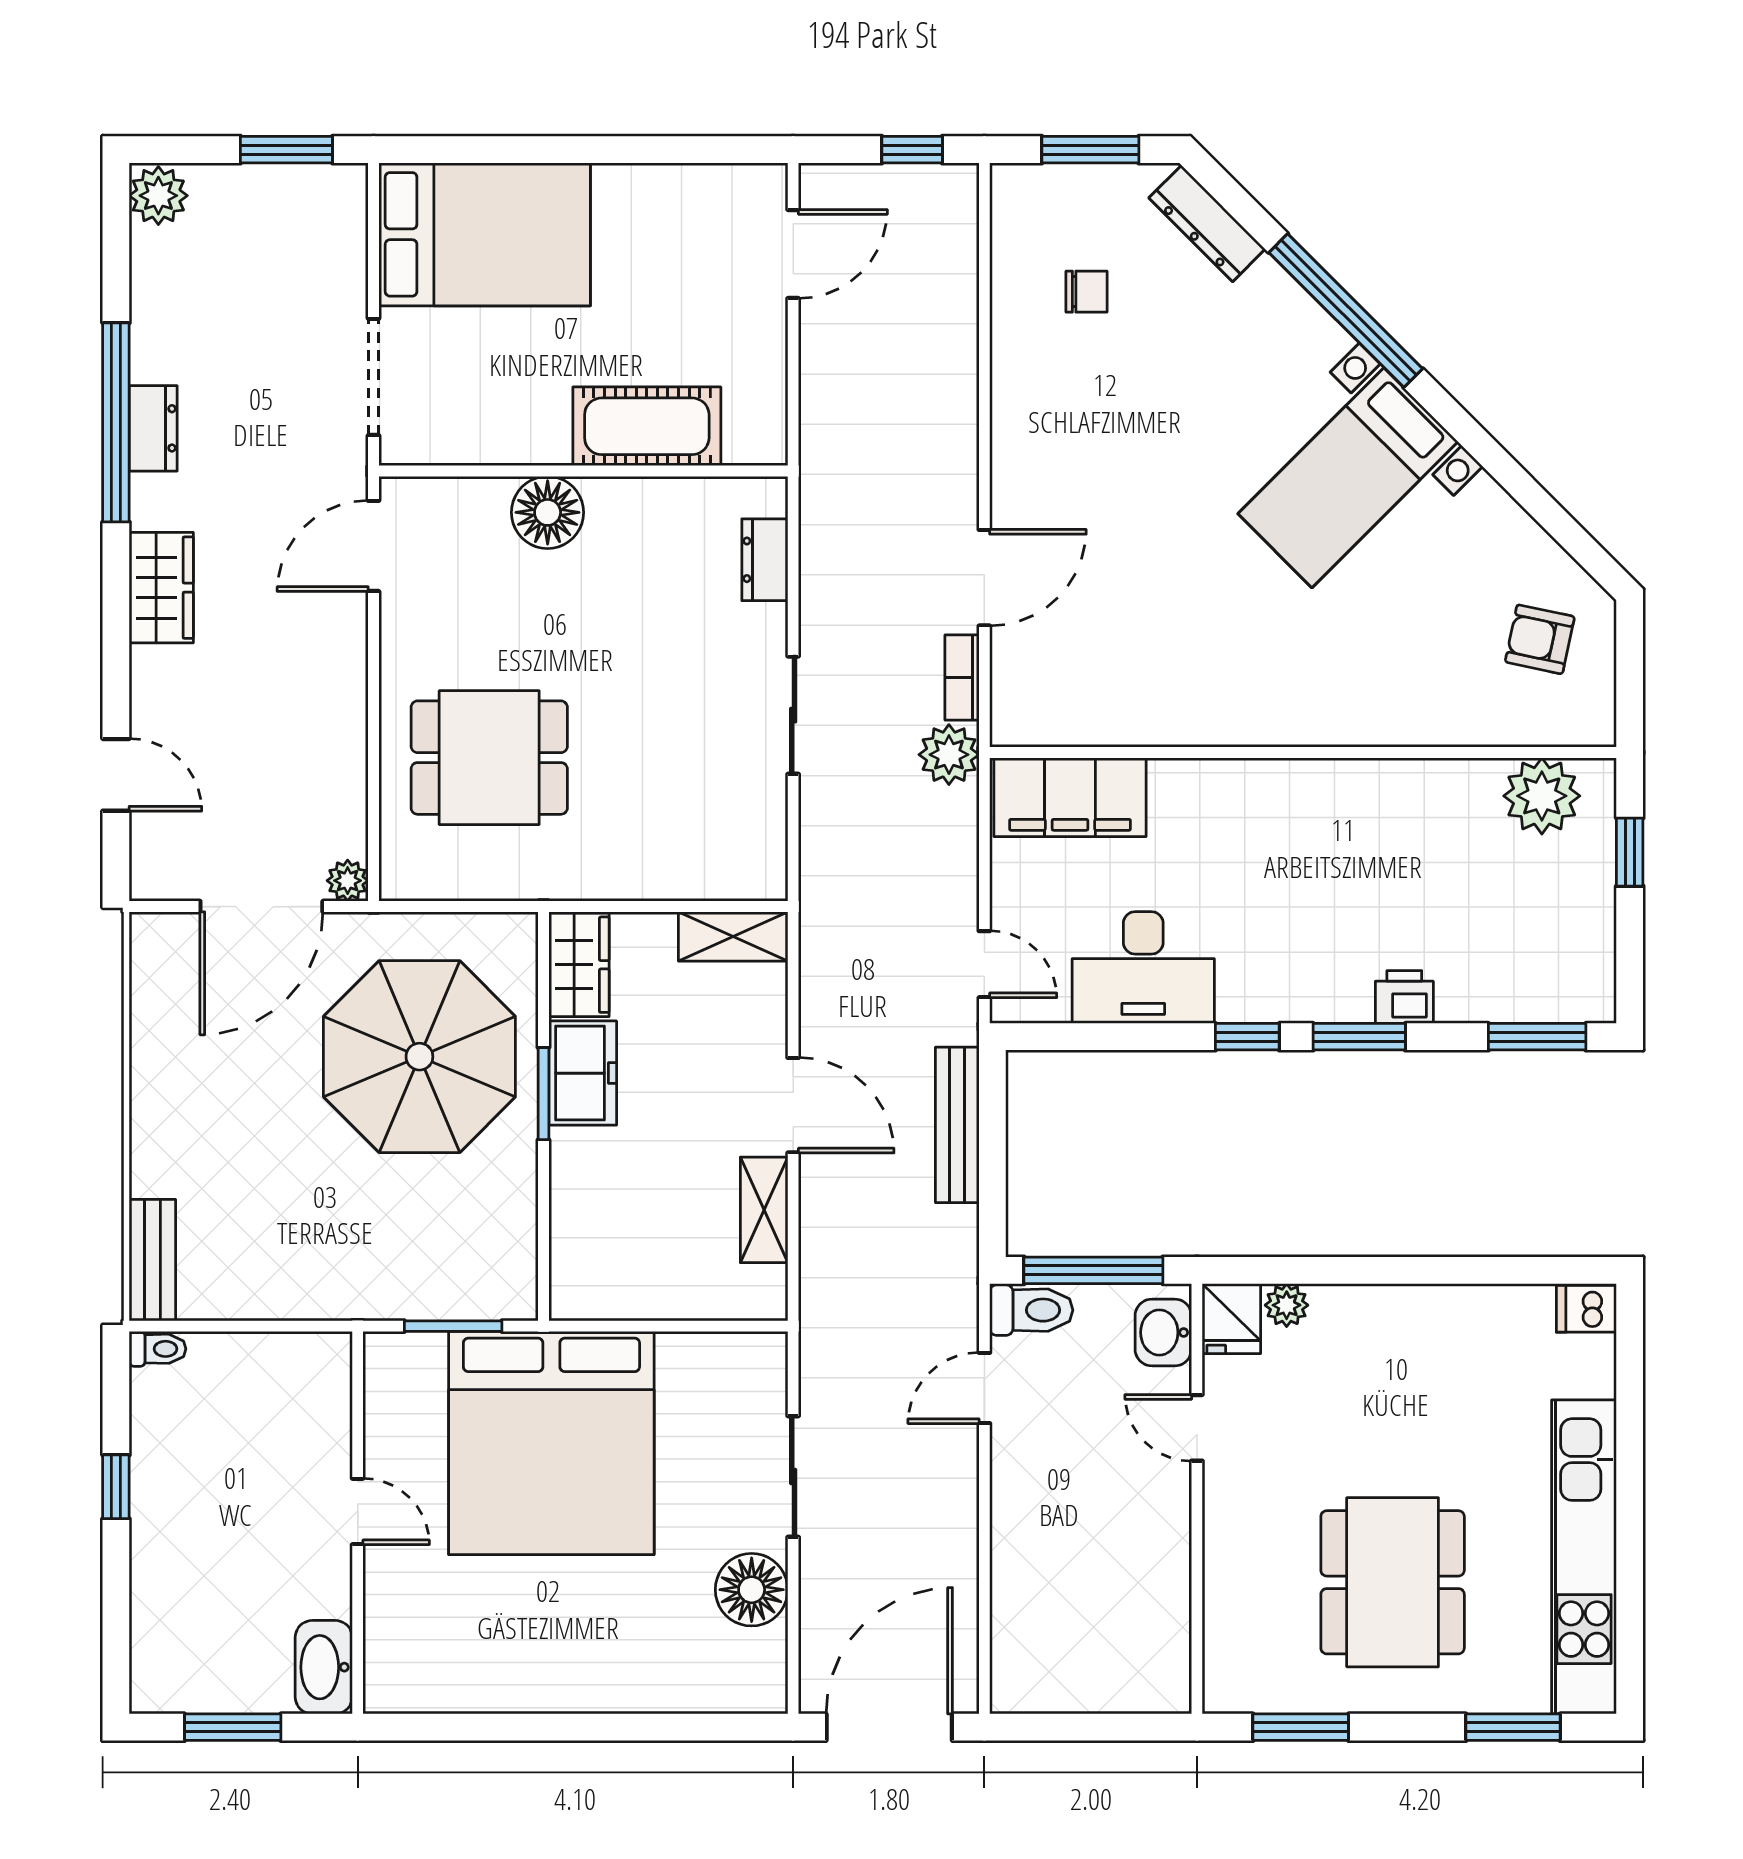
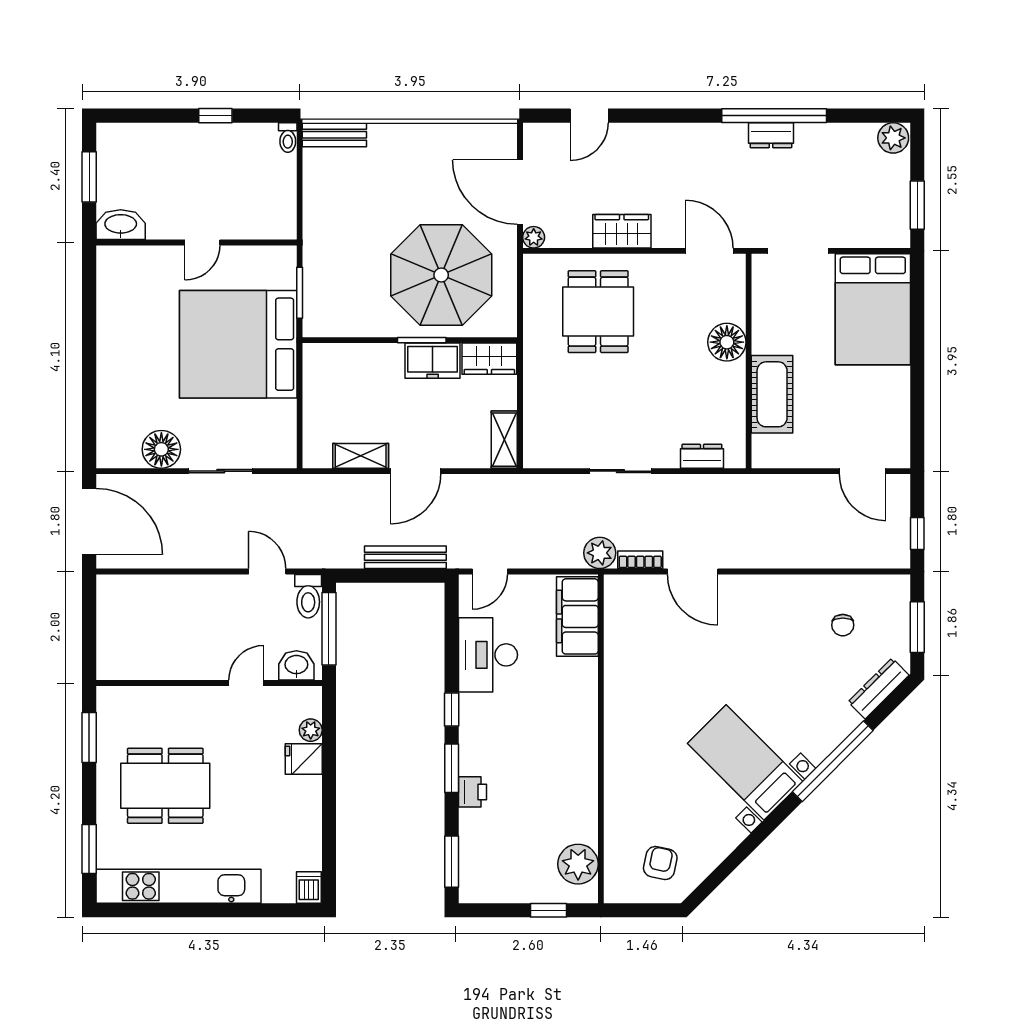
wardrobe: (161, 588) -> (622, 231), moved, turned 180
fridge: (1231, 1319) -> (304, 759), moved

